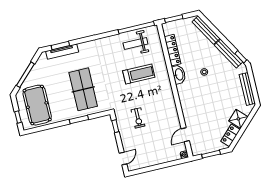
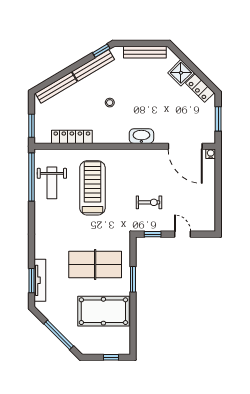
treadmill: (139, 74) -> (92, 188), width x1.37, depth x1.38
washbasin: (179, 74) -> (141, 136), moved
pool table: (37, 105) -> (103, 311), moved
door: (185, 135) -> (185, 146), width x1.87
door: (123, 158) -> (183, 234), moved

